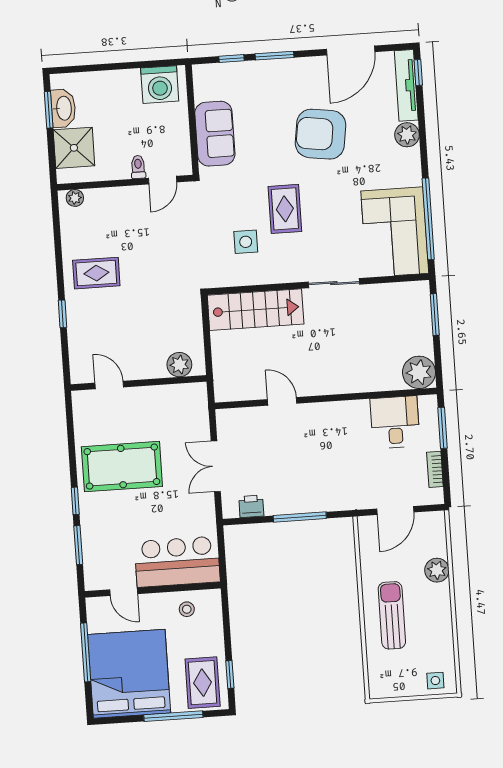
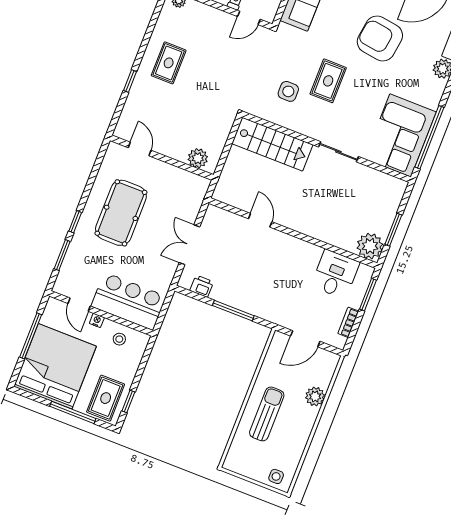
rug: (96, 273) -> (169, 63), turned 90
window: (435, 315) -> (393, 230), moved
pool table: (122, 467) -> (121, 213), turned 90
nightstand: (152, 600) -> (97, 320), added

